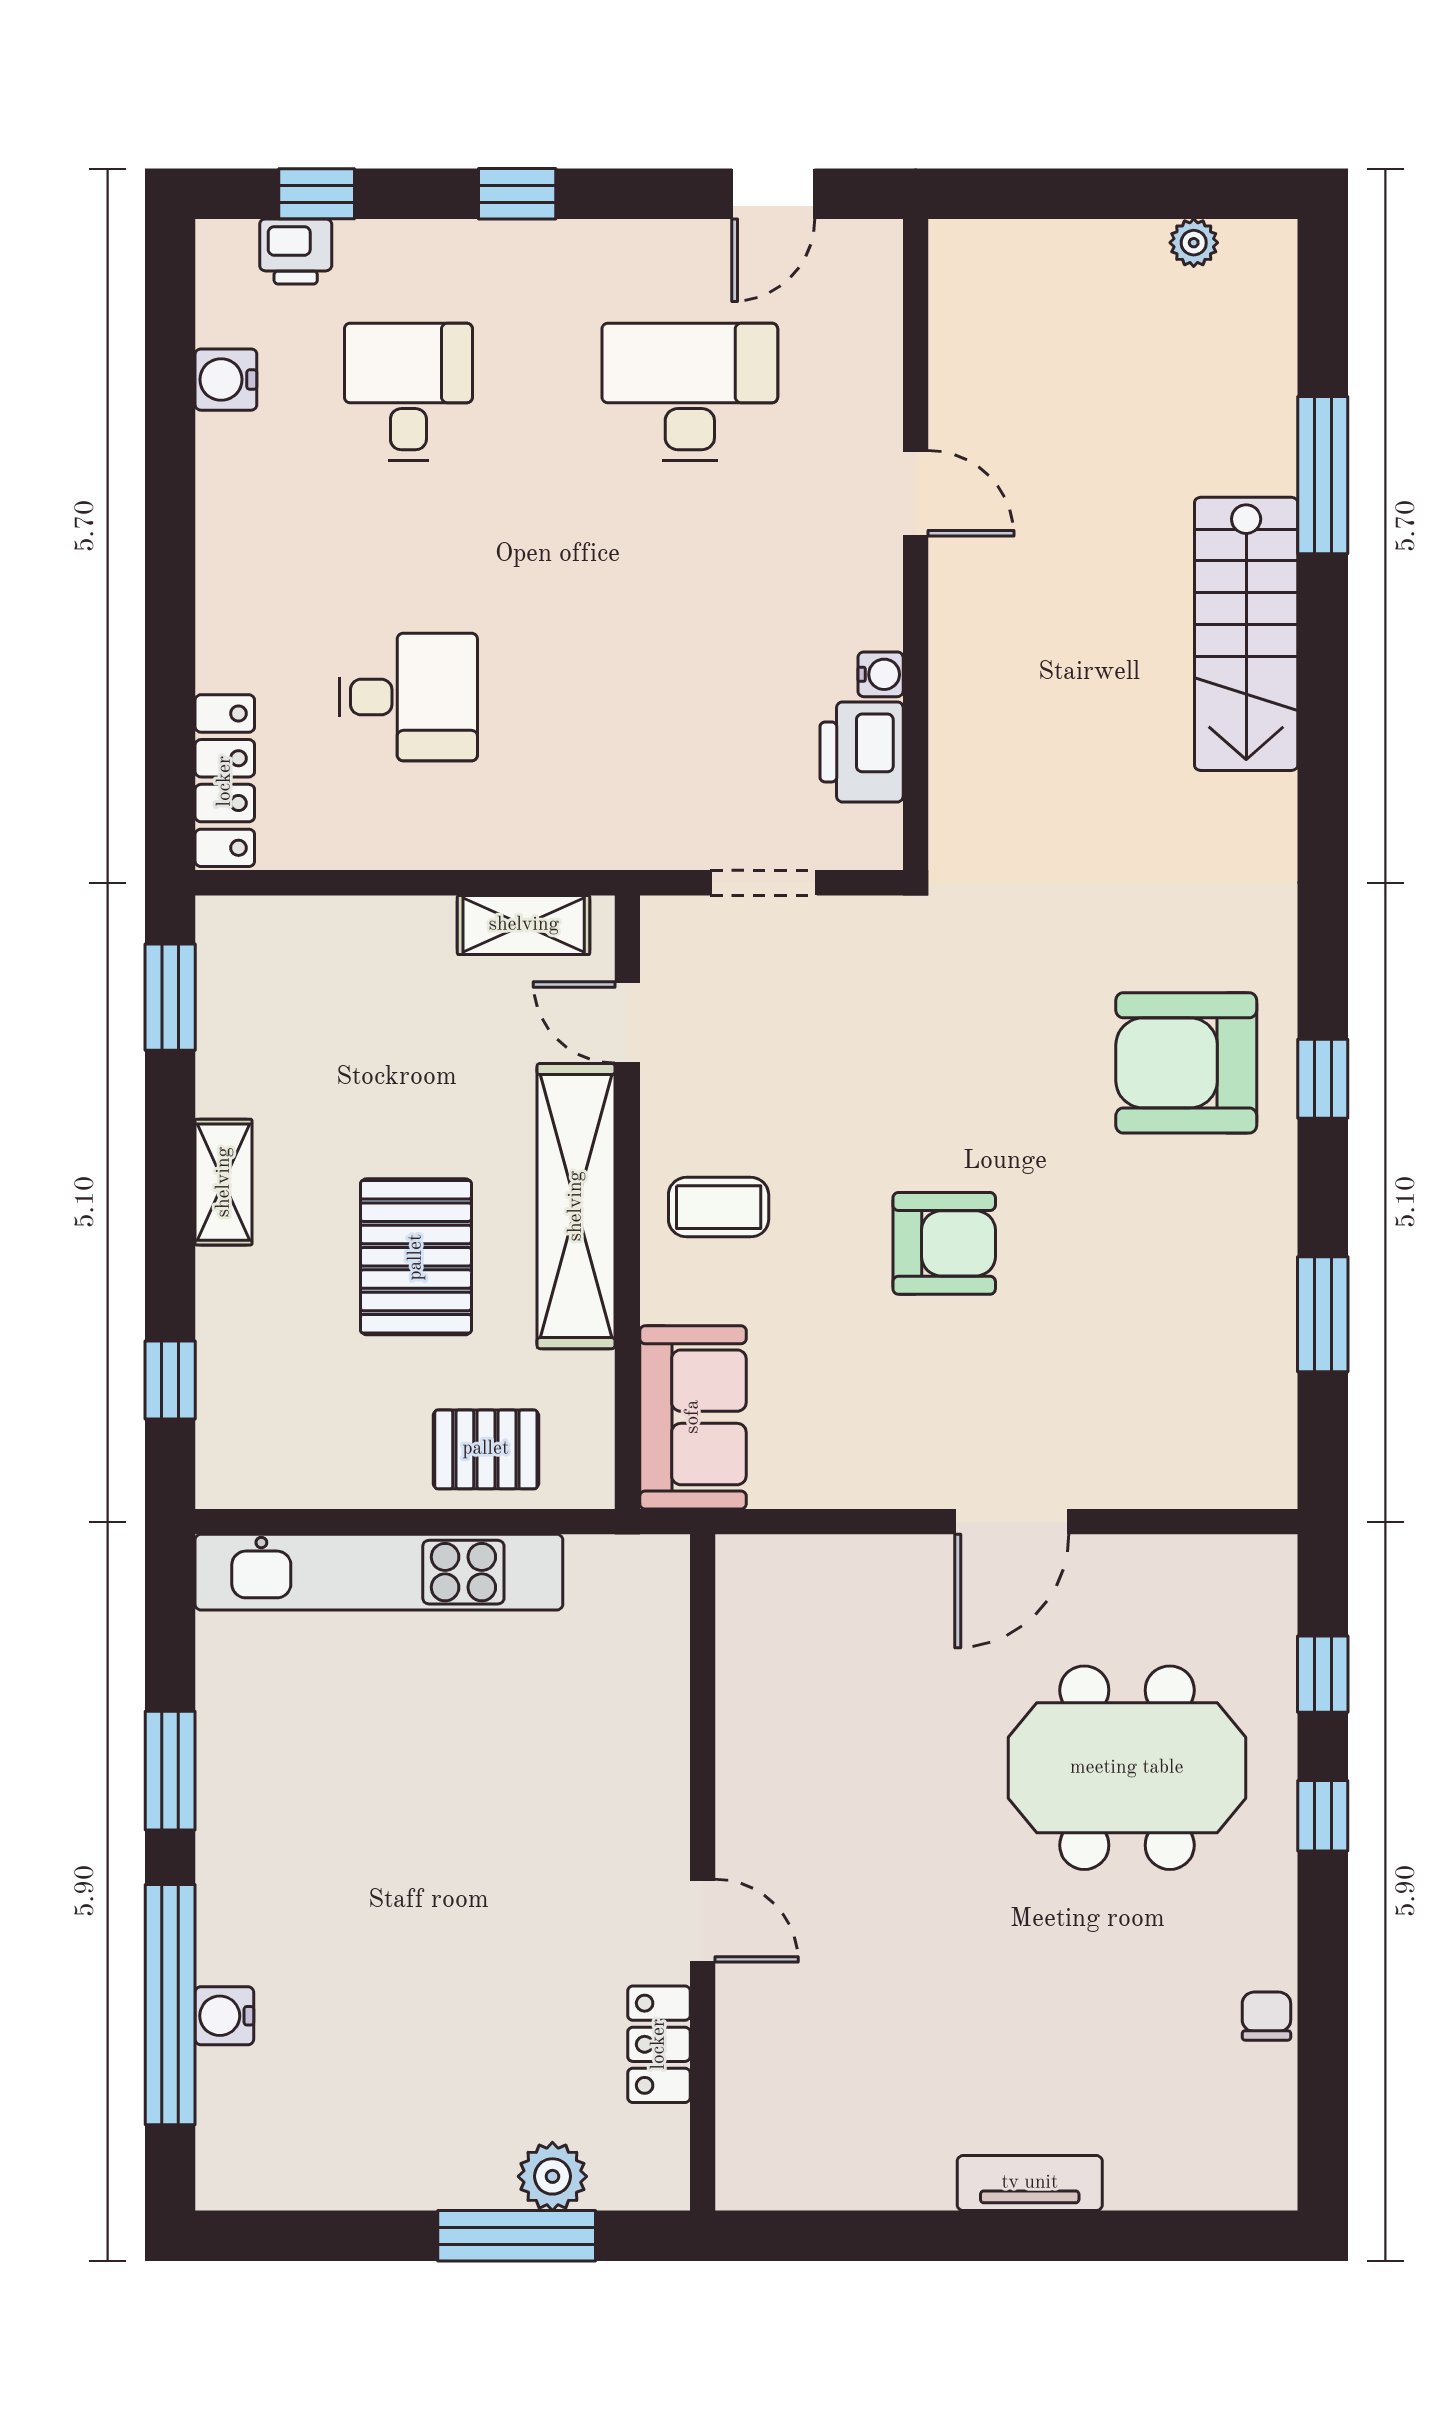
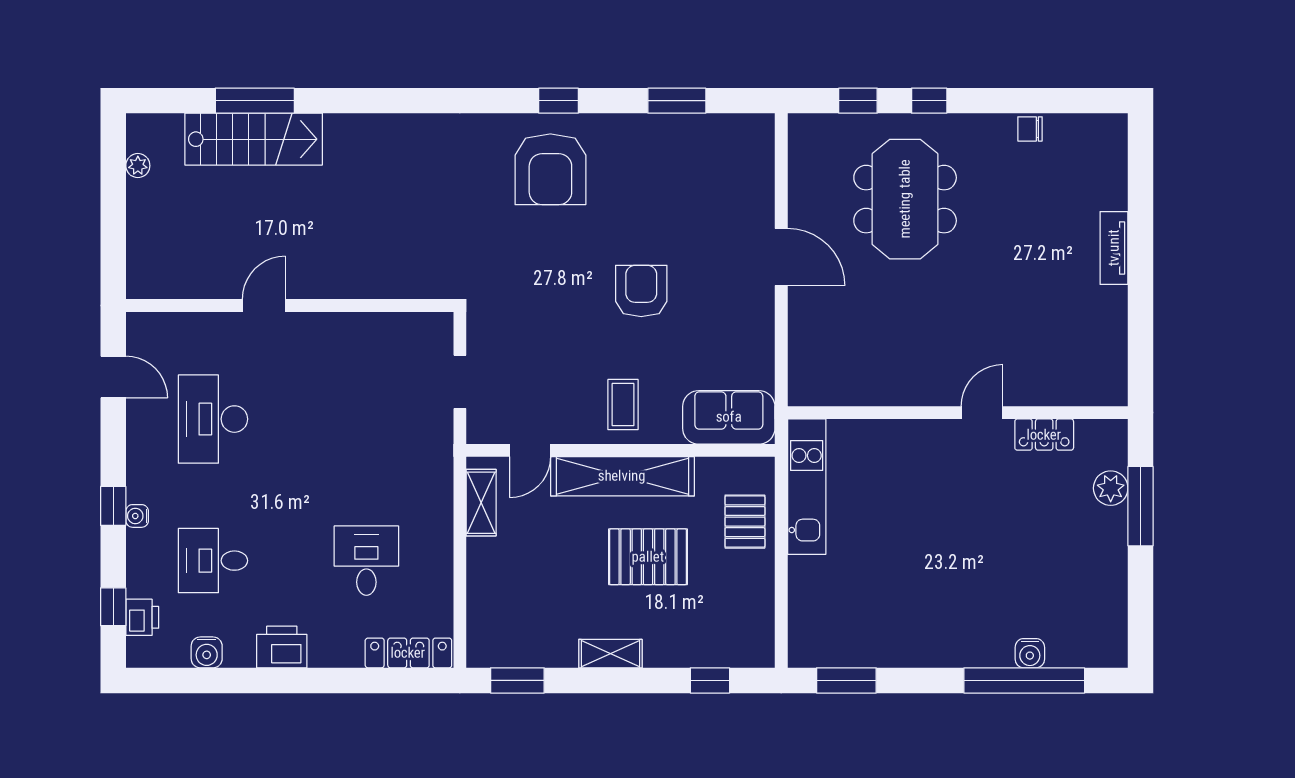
stairs: (1246, 634) -> (254, 139), moved
water cooler: (881, 674) -> (137, 516), moved, turned -90
printer: (862, 752) -> (282, 647), moved, turned 180
kitchen unit: (379, 1572) -> (807, 487), moved, width x0.73
window: (170, 1771) -> (846, 680), moved

